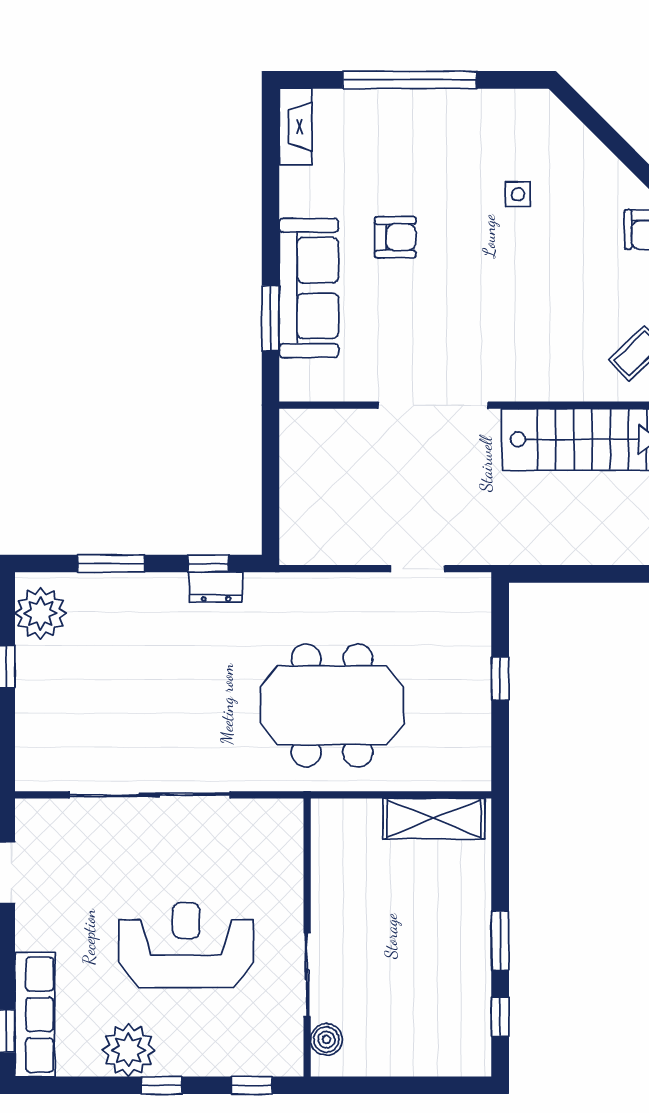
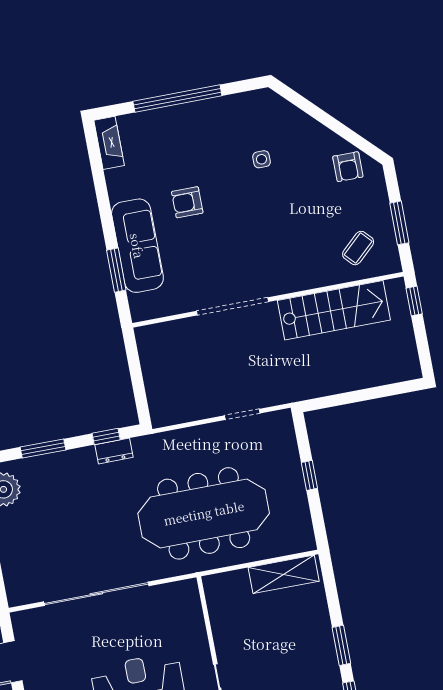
armchair: (395, 237) -> (187, 202), turned 180
meeting table: (332, 705) -> (204, 513), width x1.36

